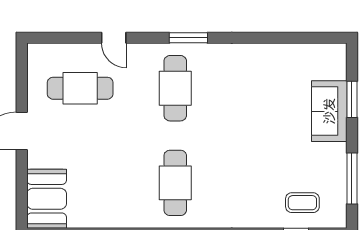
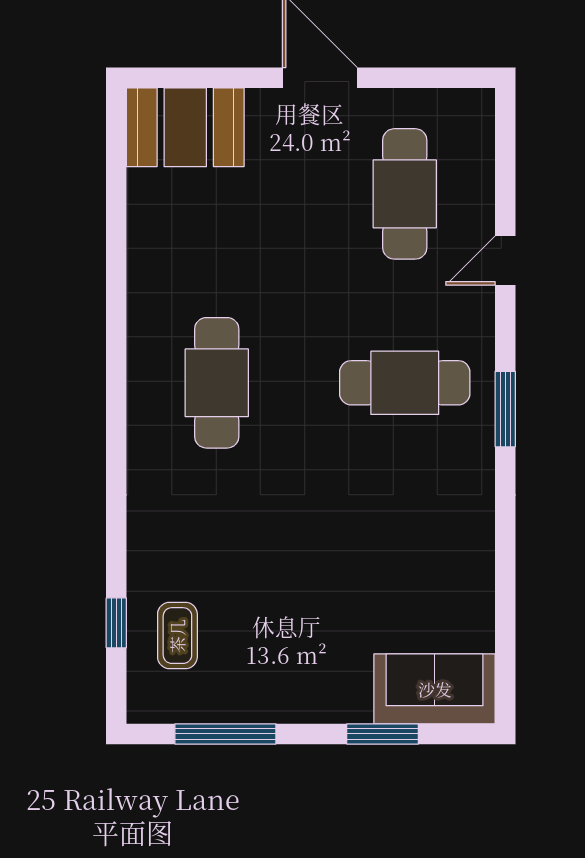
sofa: (329, 111) -> (435, 689), moved
cafe table: (175, 183) -> (217, 383), turned 90

